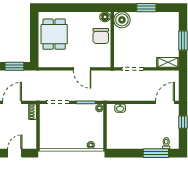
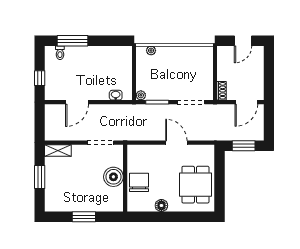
floor lamp: (105, 17) -> (161, 206), moved
boiler: (122, 20) -> (113, 177), moved
door: (82, 69) -> (176, 143), moved
door: (165, 102) -> (77, 102), moved

